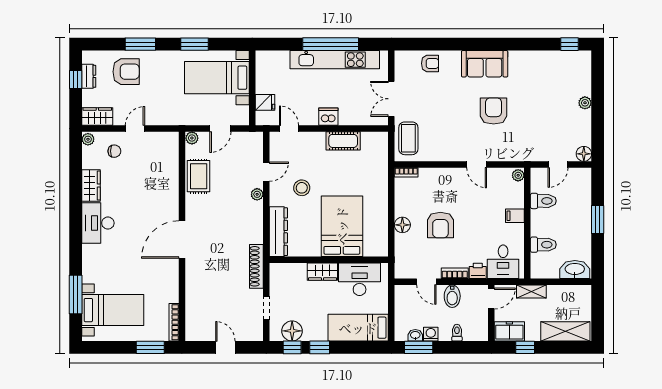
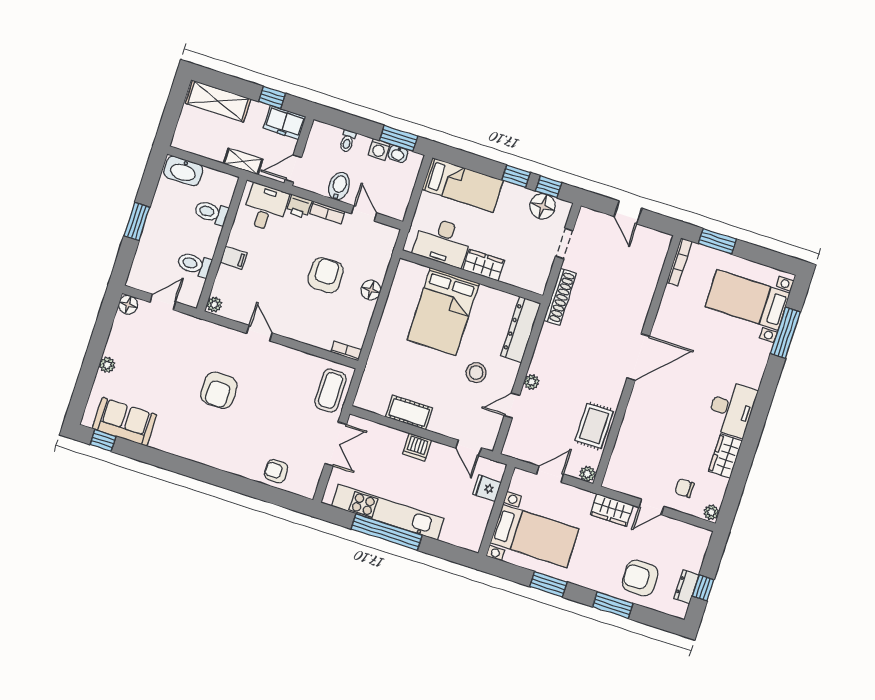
sofa: (485, 64) -> (125, 422), moved
wardrobe: (97, 117) -> (612, 510), moved

